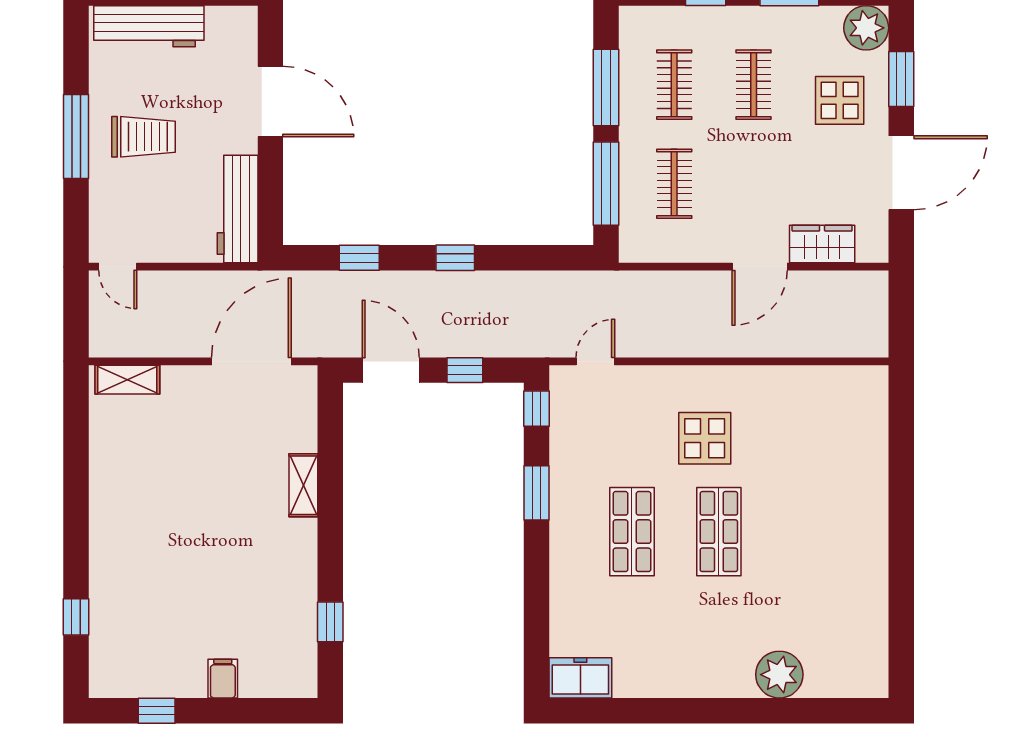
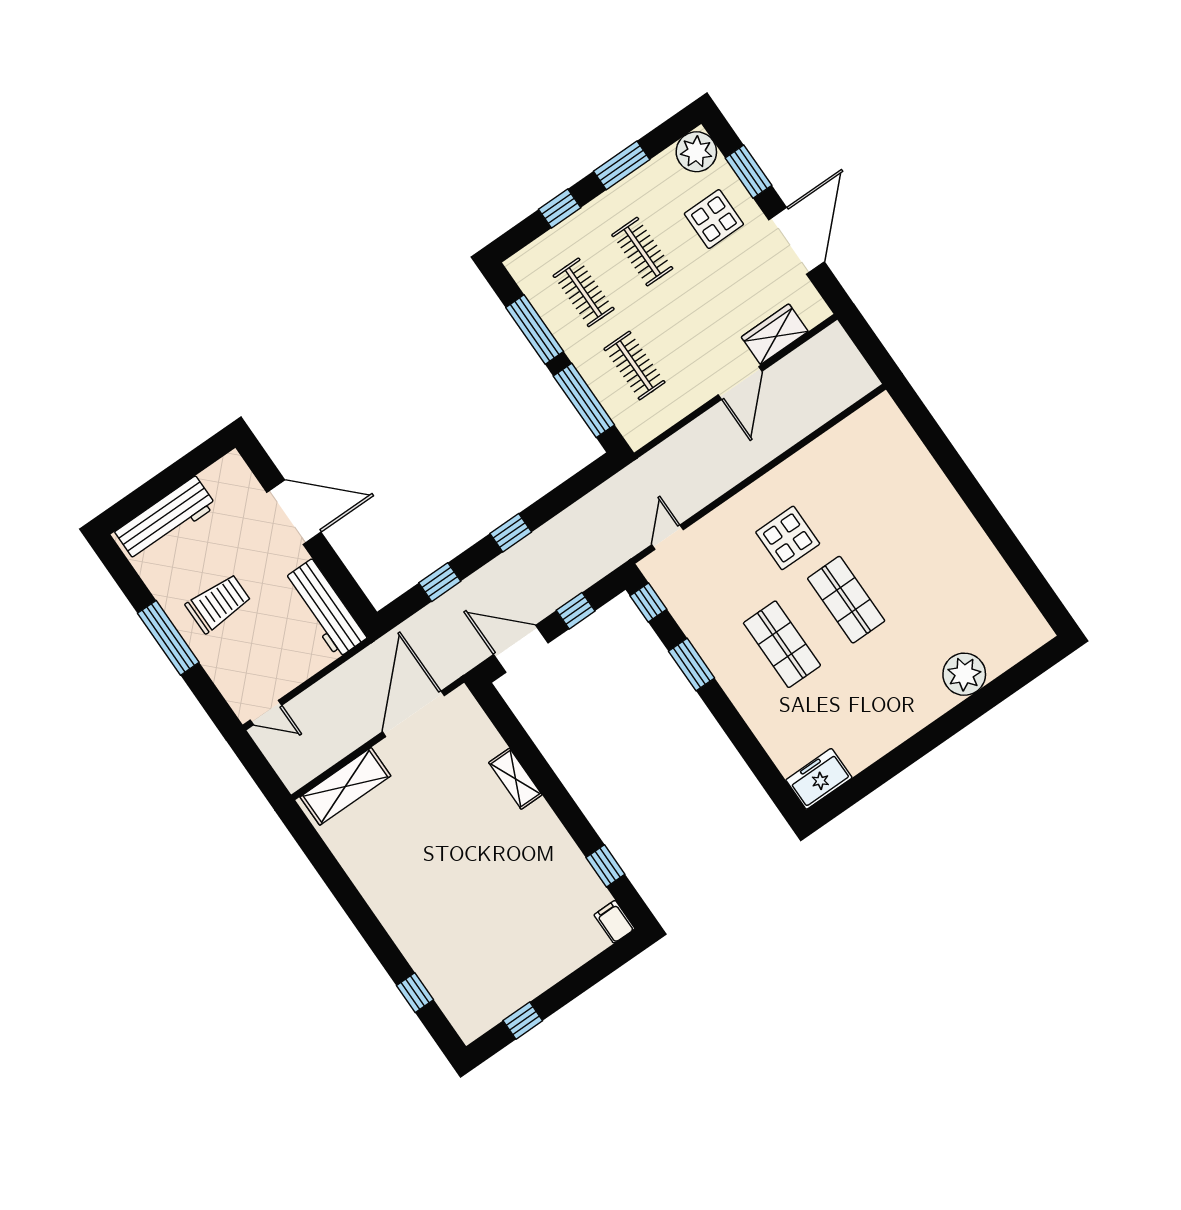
shelving: (127, 380) -> (345, 786), width x1.50, depth x1.33
filing cabinet: (223, 679) -> (614, 922), moved

